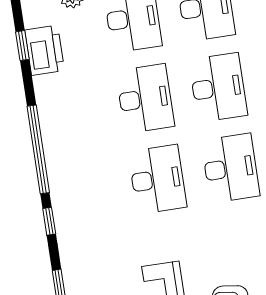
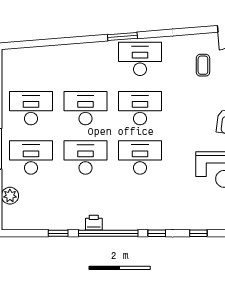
window: (22, 46) -> (58, 233), moved
printer: (45, 50) -> (94, 223), moved, width x0.53, depth x0.68

